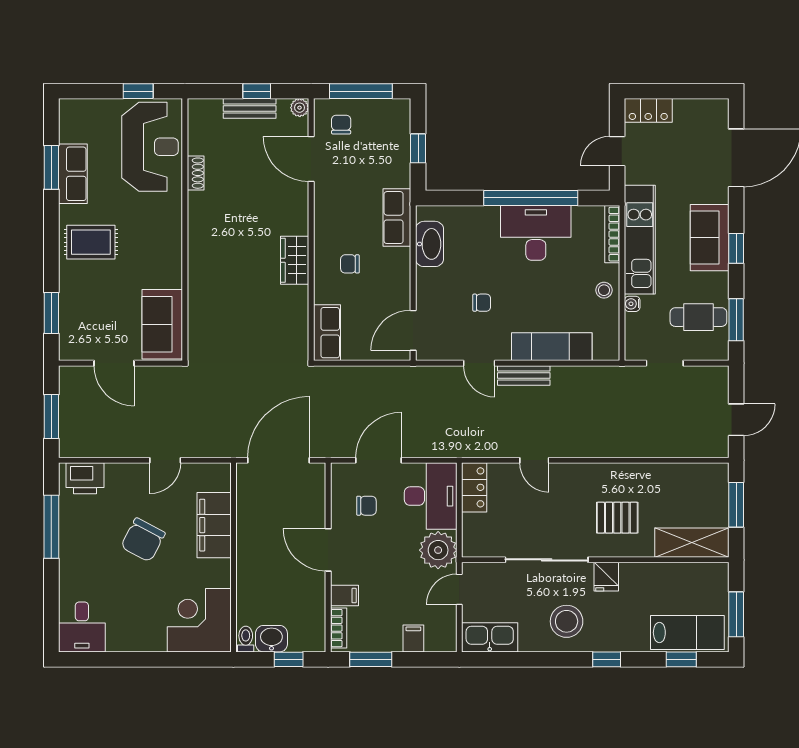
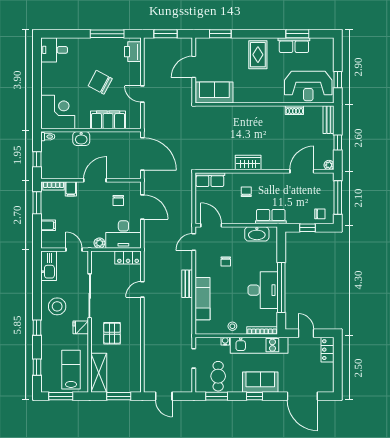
bench: (250, 108) -> (329, 120), moved
chair: (341, 125) -> (320, 214), moved
door: (479, 363) -> (194, 242), moved
plant: (438, 550) -> (99, 243), width x0.53, depth x0.53
lab bench: (687, 633) -> (71, 370), moved, turned 180
washbasin: (271, 639) -> (81, 138), moved, turned 90

